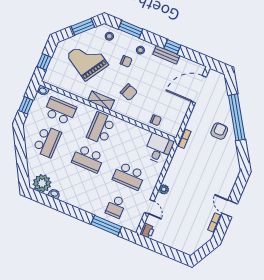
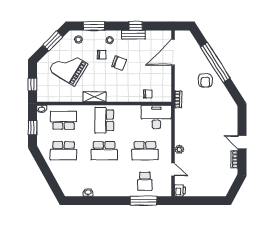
chair: (129, 92) -> (119, 63), moved
armchair: (219, 131) -> (205, 80), turned 180
school desk: (47, 141) -> (63, 151), turned 90
desk: (159, 149) -> (156, 117), width x1.37
plant: (42, 183) -> (74, 188), removed

